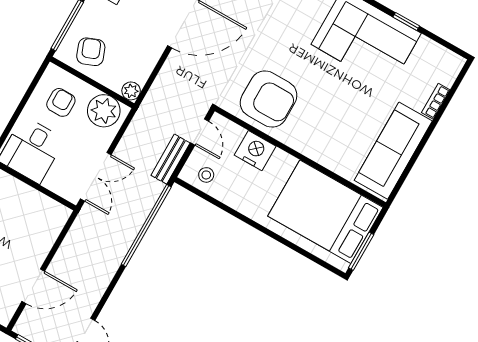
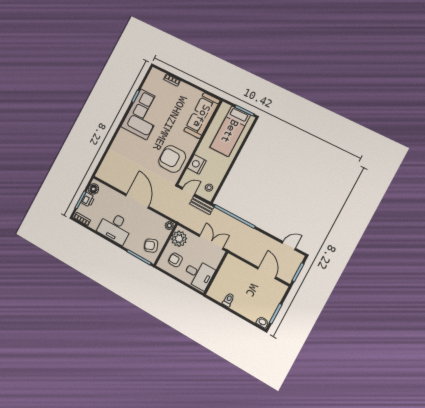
armchair: (269, 99) -> (172, 159), turned -90
sofa: (393, 151) -> (202, 116), moved, turned 90
bed: (325, 212) -> (230, 131), width x0.67

